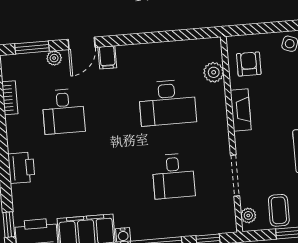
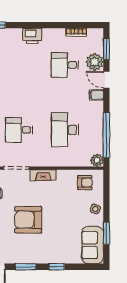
window: (170, 36) -> (106, 135), added
plant: (54, 58) -> (95, 62), width x1.88, depth x1.88
plant: (214, 72) -> (97, 160), moved
fireplace: (241, 110) -> (43, 175), moved

